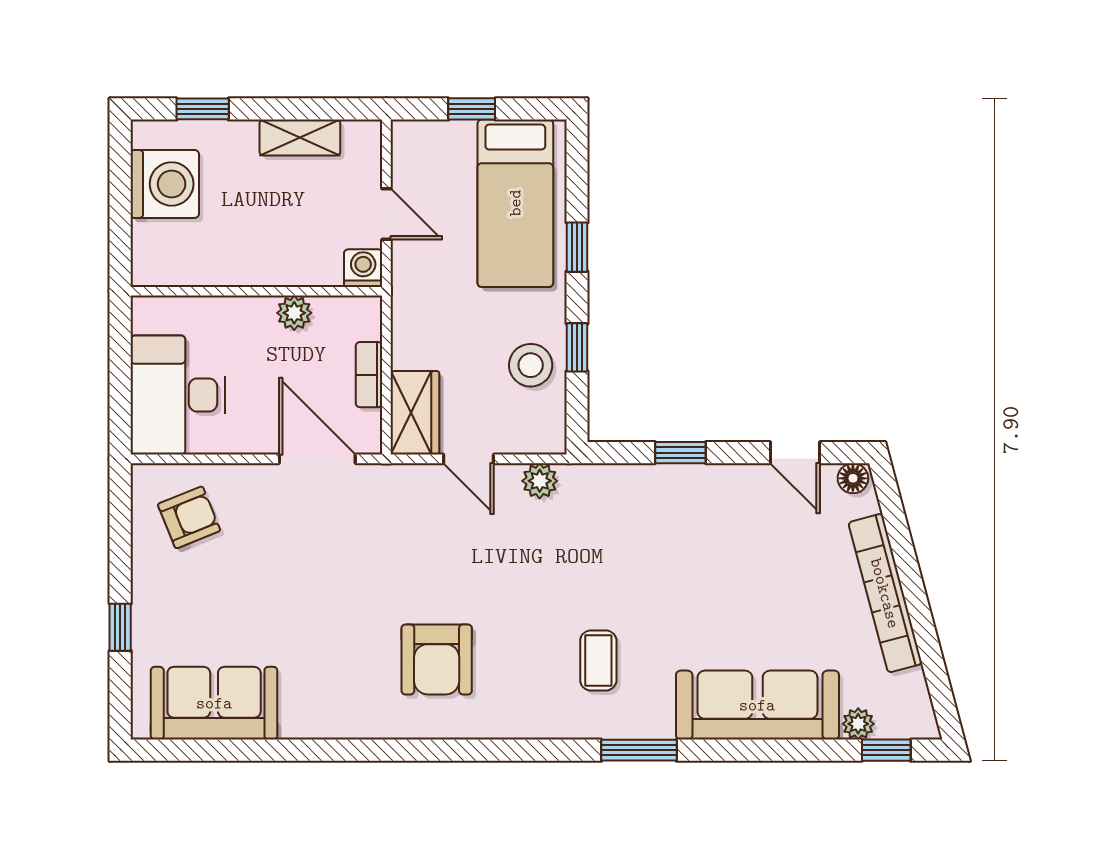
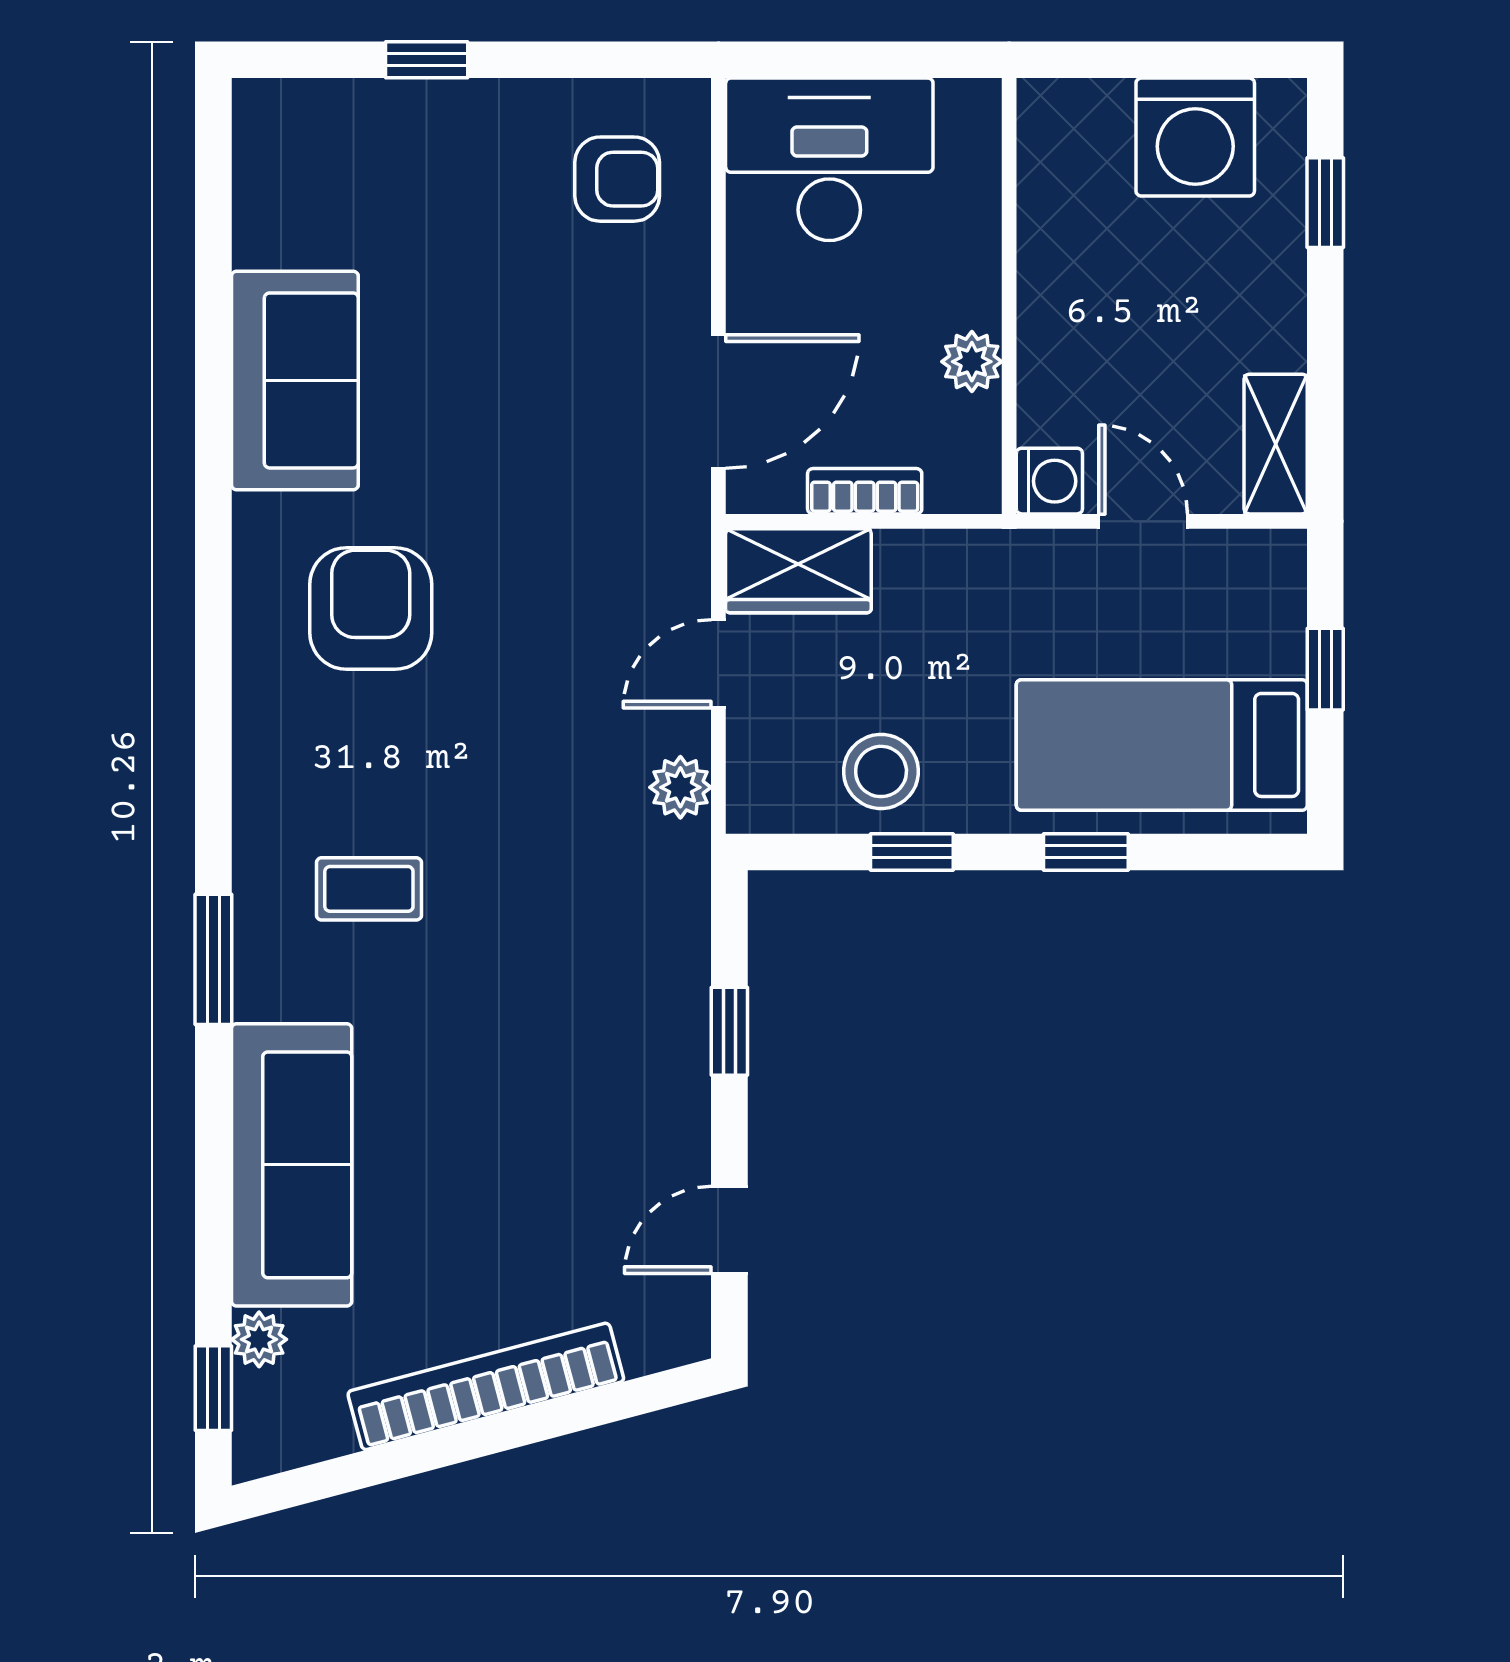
shelving: (300, 138) -> (1276, 444), moved
door: (386, 214) -> (1143, 521), swing flipped
floor lamp: (853, 478) -> (685, 1330), removed
armchair: (189, 517) -> (617, 179), turned -68
armchair: (437, 659) -> (371, 609), turned 90
sofa: (214, 703) -> (295, 380), moved

